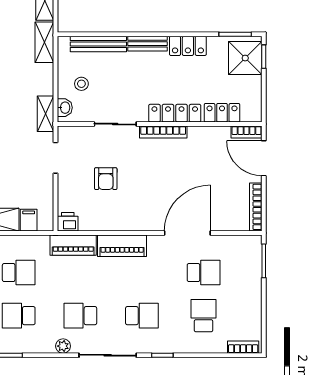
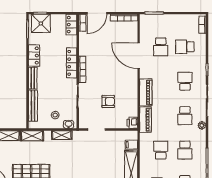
locker: (222, 113) -> (71, 25), moved
shelving: (46, 114) -> (62, 135), moved
school desk: (204, 273) -> (161, 47), turned 180

